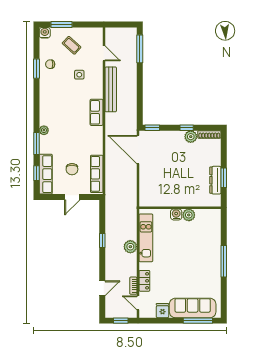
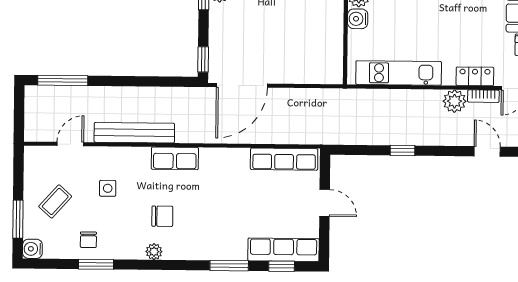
plant: (44, 130) -> (154, 252), moved
chair: (72, 169) -> (162, 216), moved
plant: (130, 247) -> (455, 101), moved

